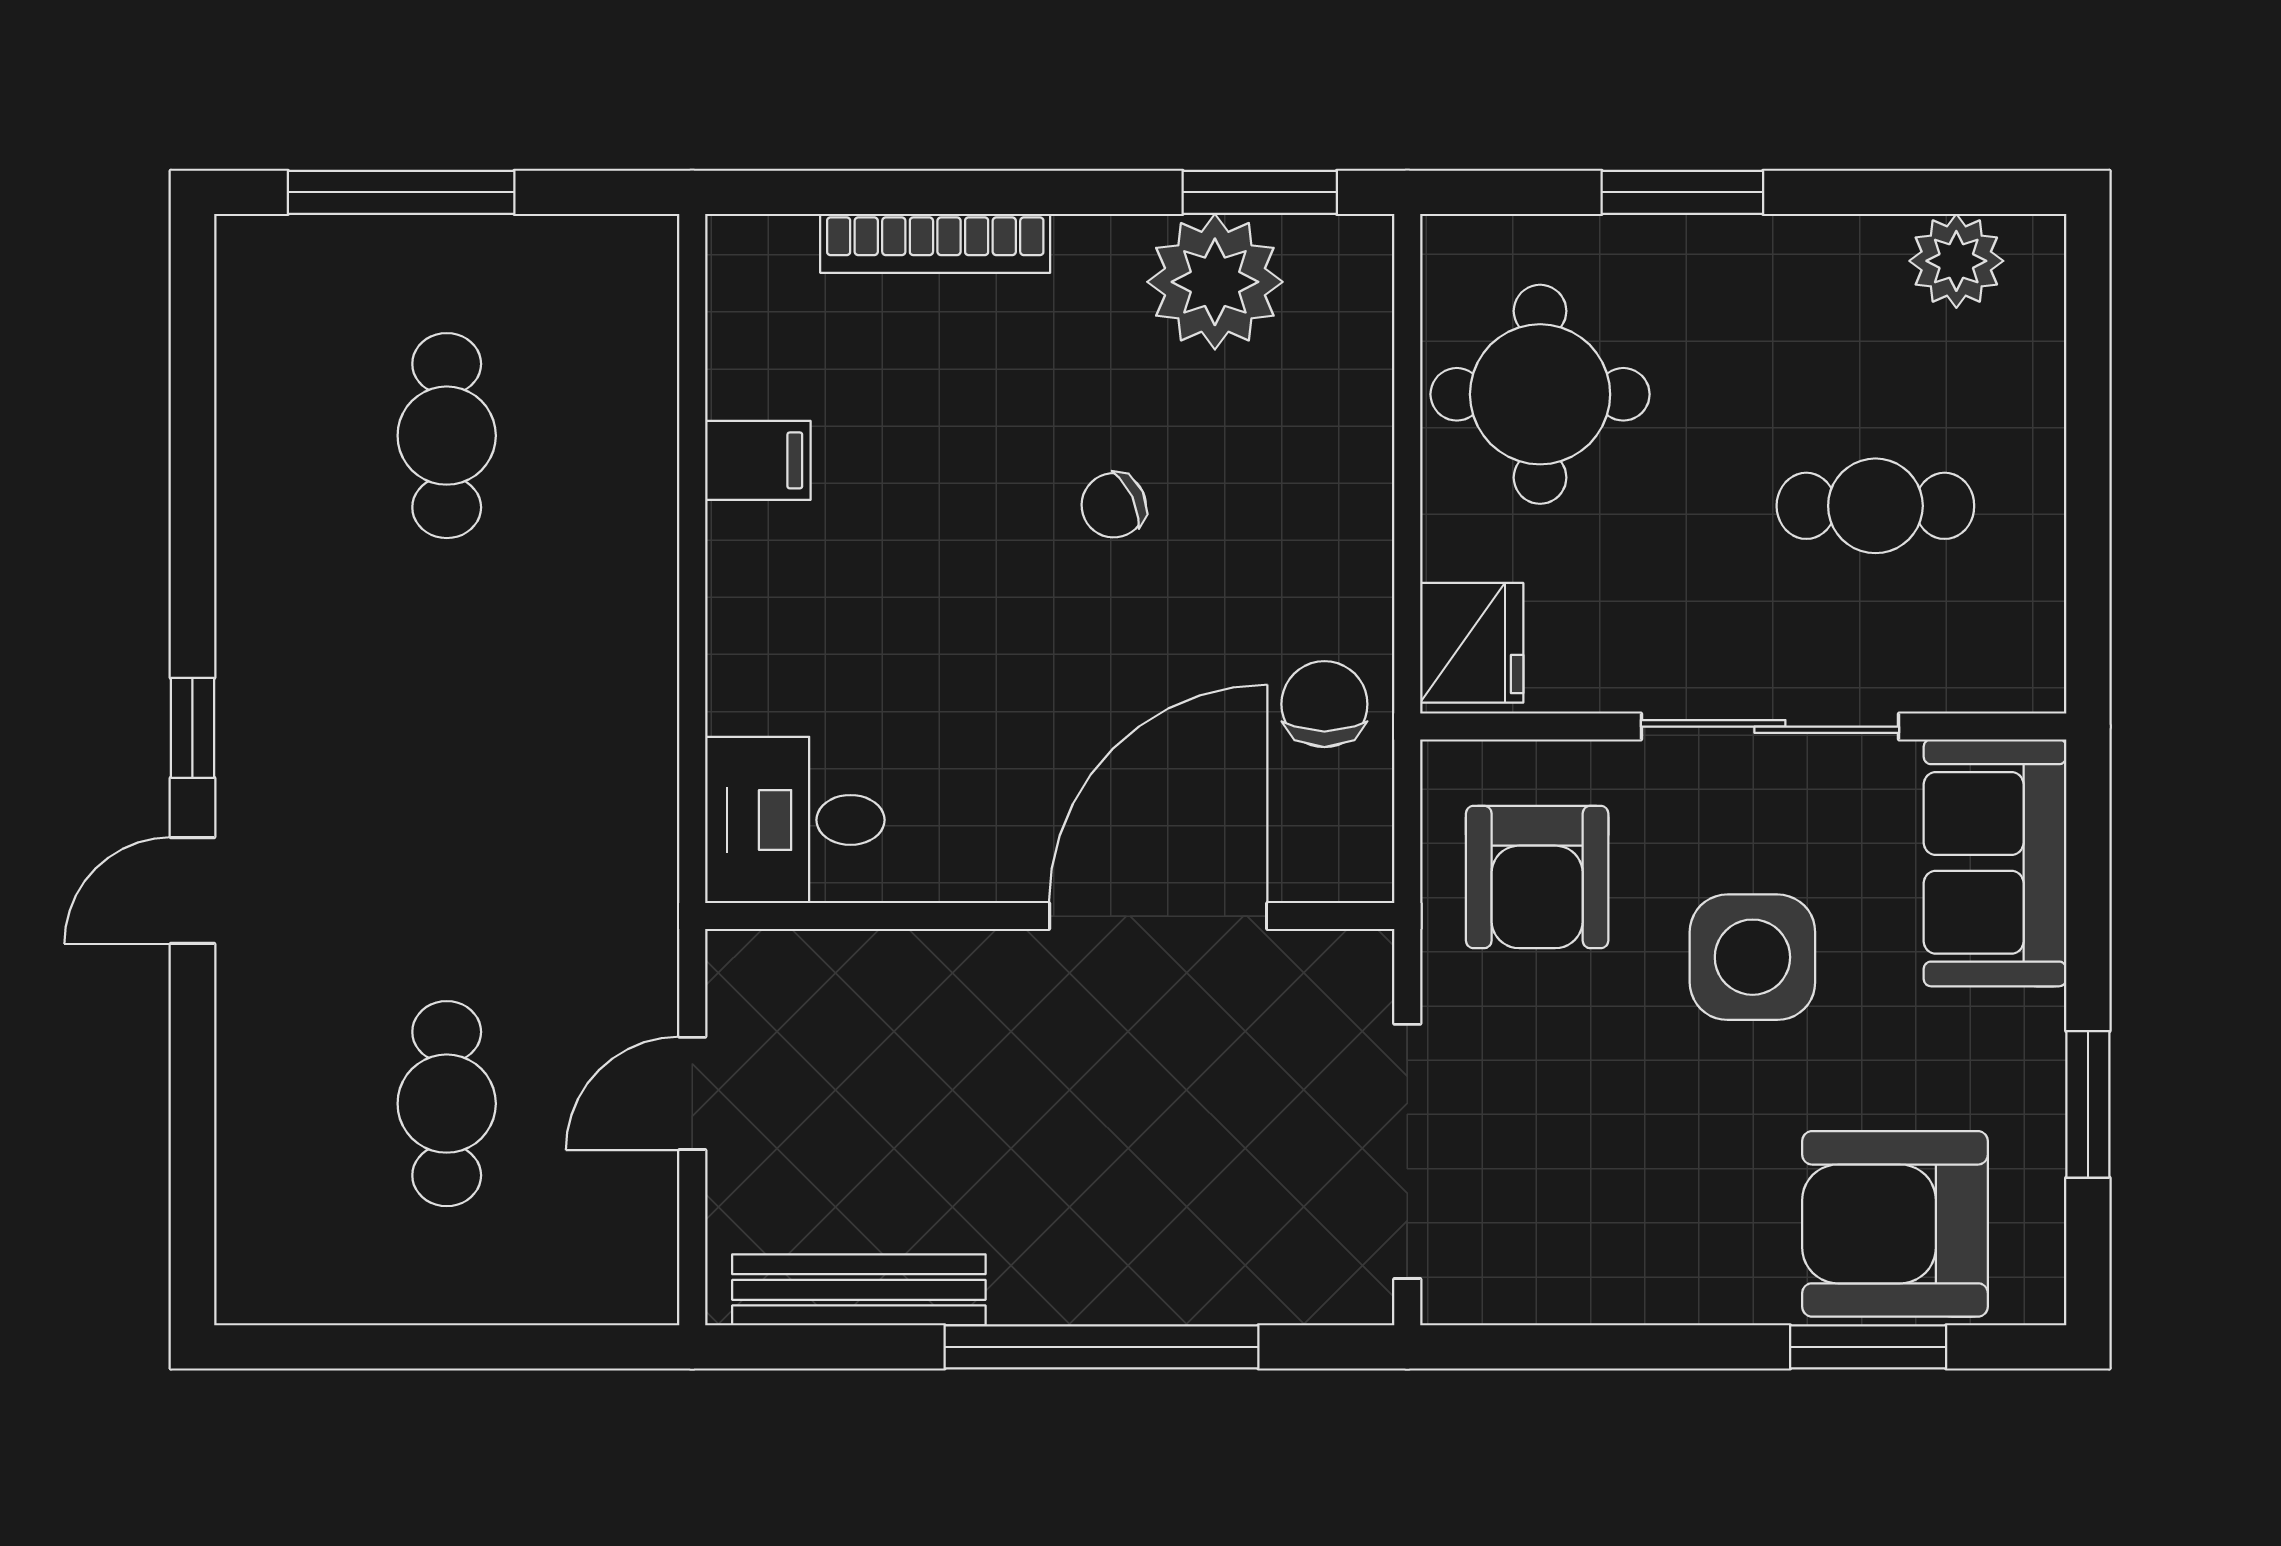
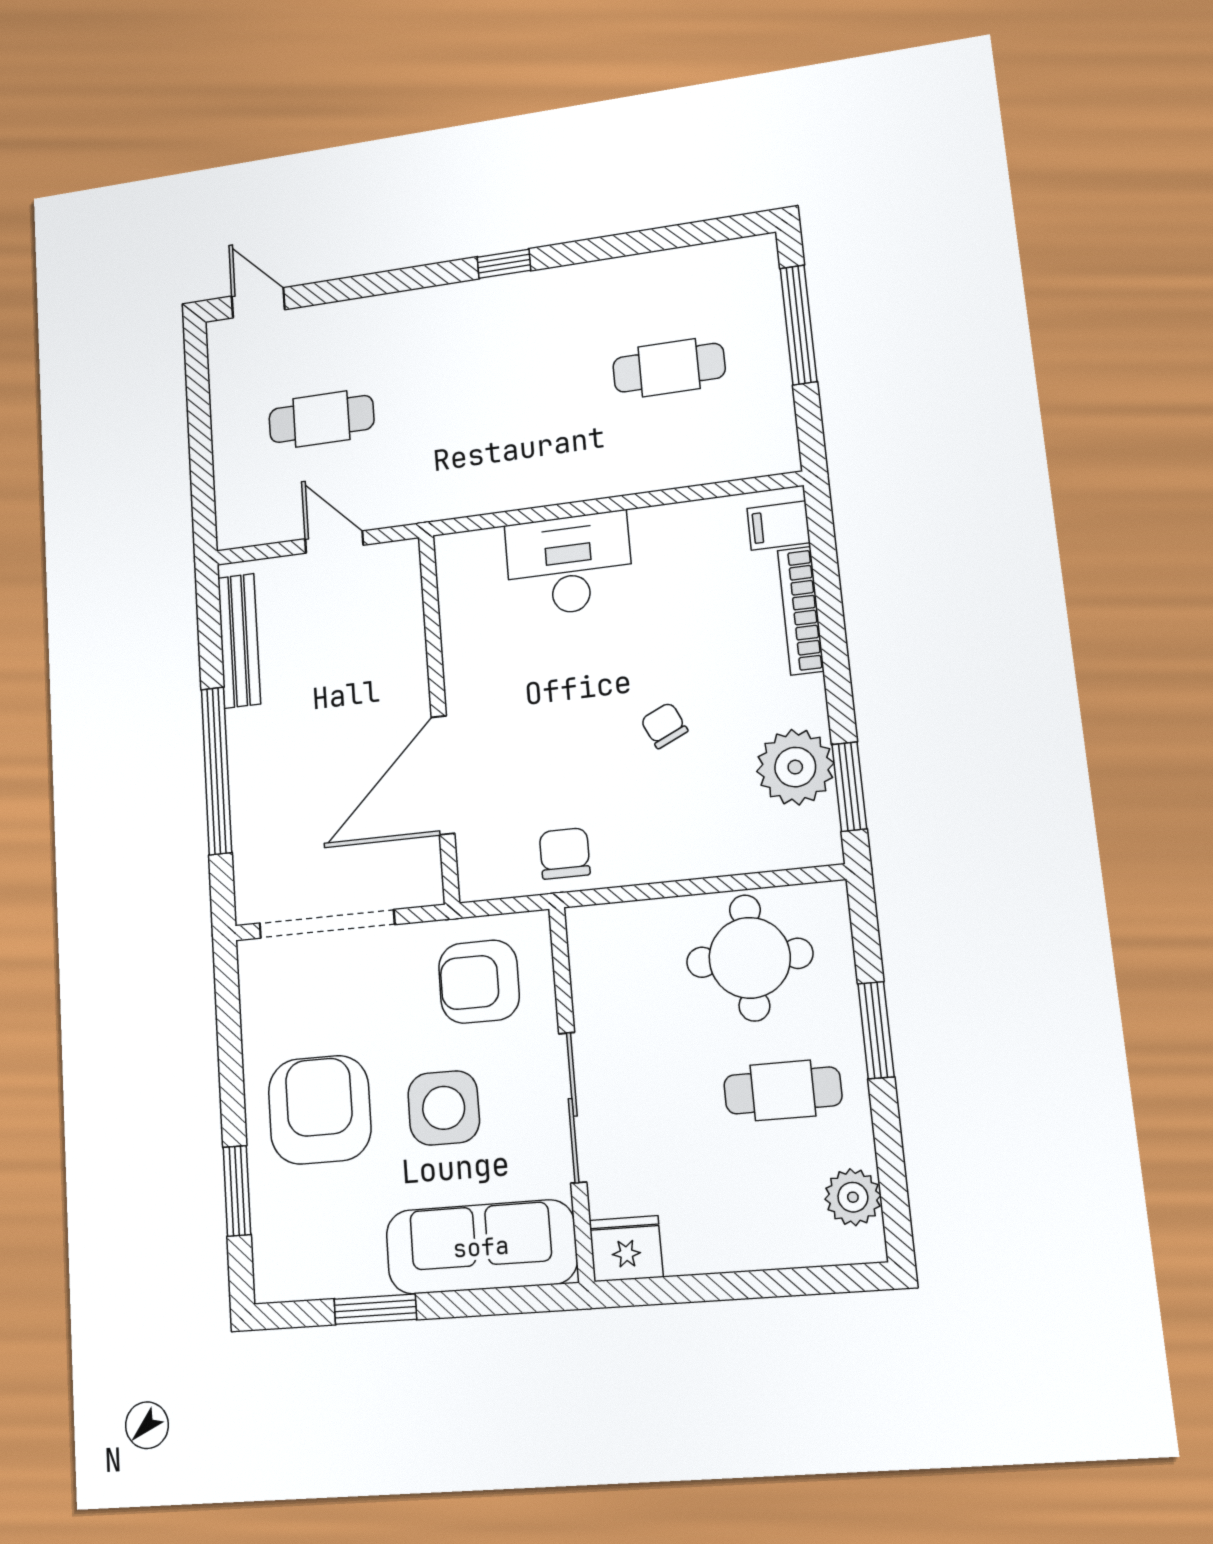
filing cabinet: (758, 460) -> (778, 525), moved, turned 90
cafe table: (1875, 506) -> (783, 1090), moved, turned 90
fridge: (1472, 643) -> (626, 1249), moved, turned 180
chair: (1324, 704) -> (565, 853), turned -90
desk: (795, 820) -> (569, 564), moved, width x1.37
sofa: (1995, 863) -> (481, 1247), width x1.36
door: (192, 891) -> (258, 303), moved
door: (1158, 916) -> (443, 775), swing flipped
armchair: (1895, 1224) -> (320, 1110), moved

